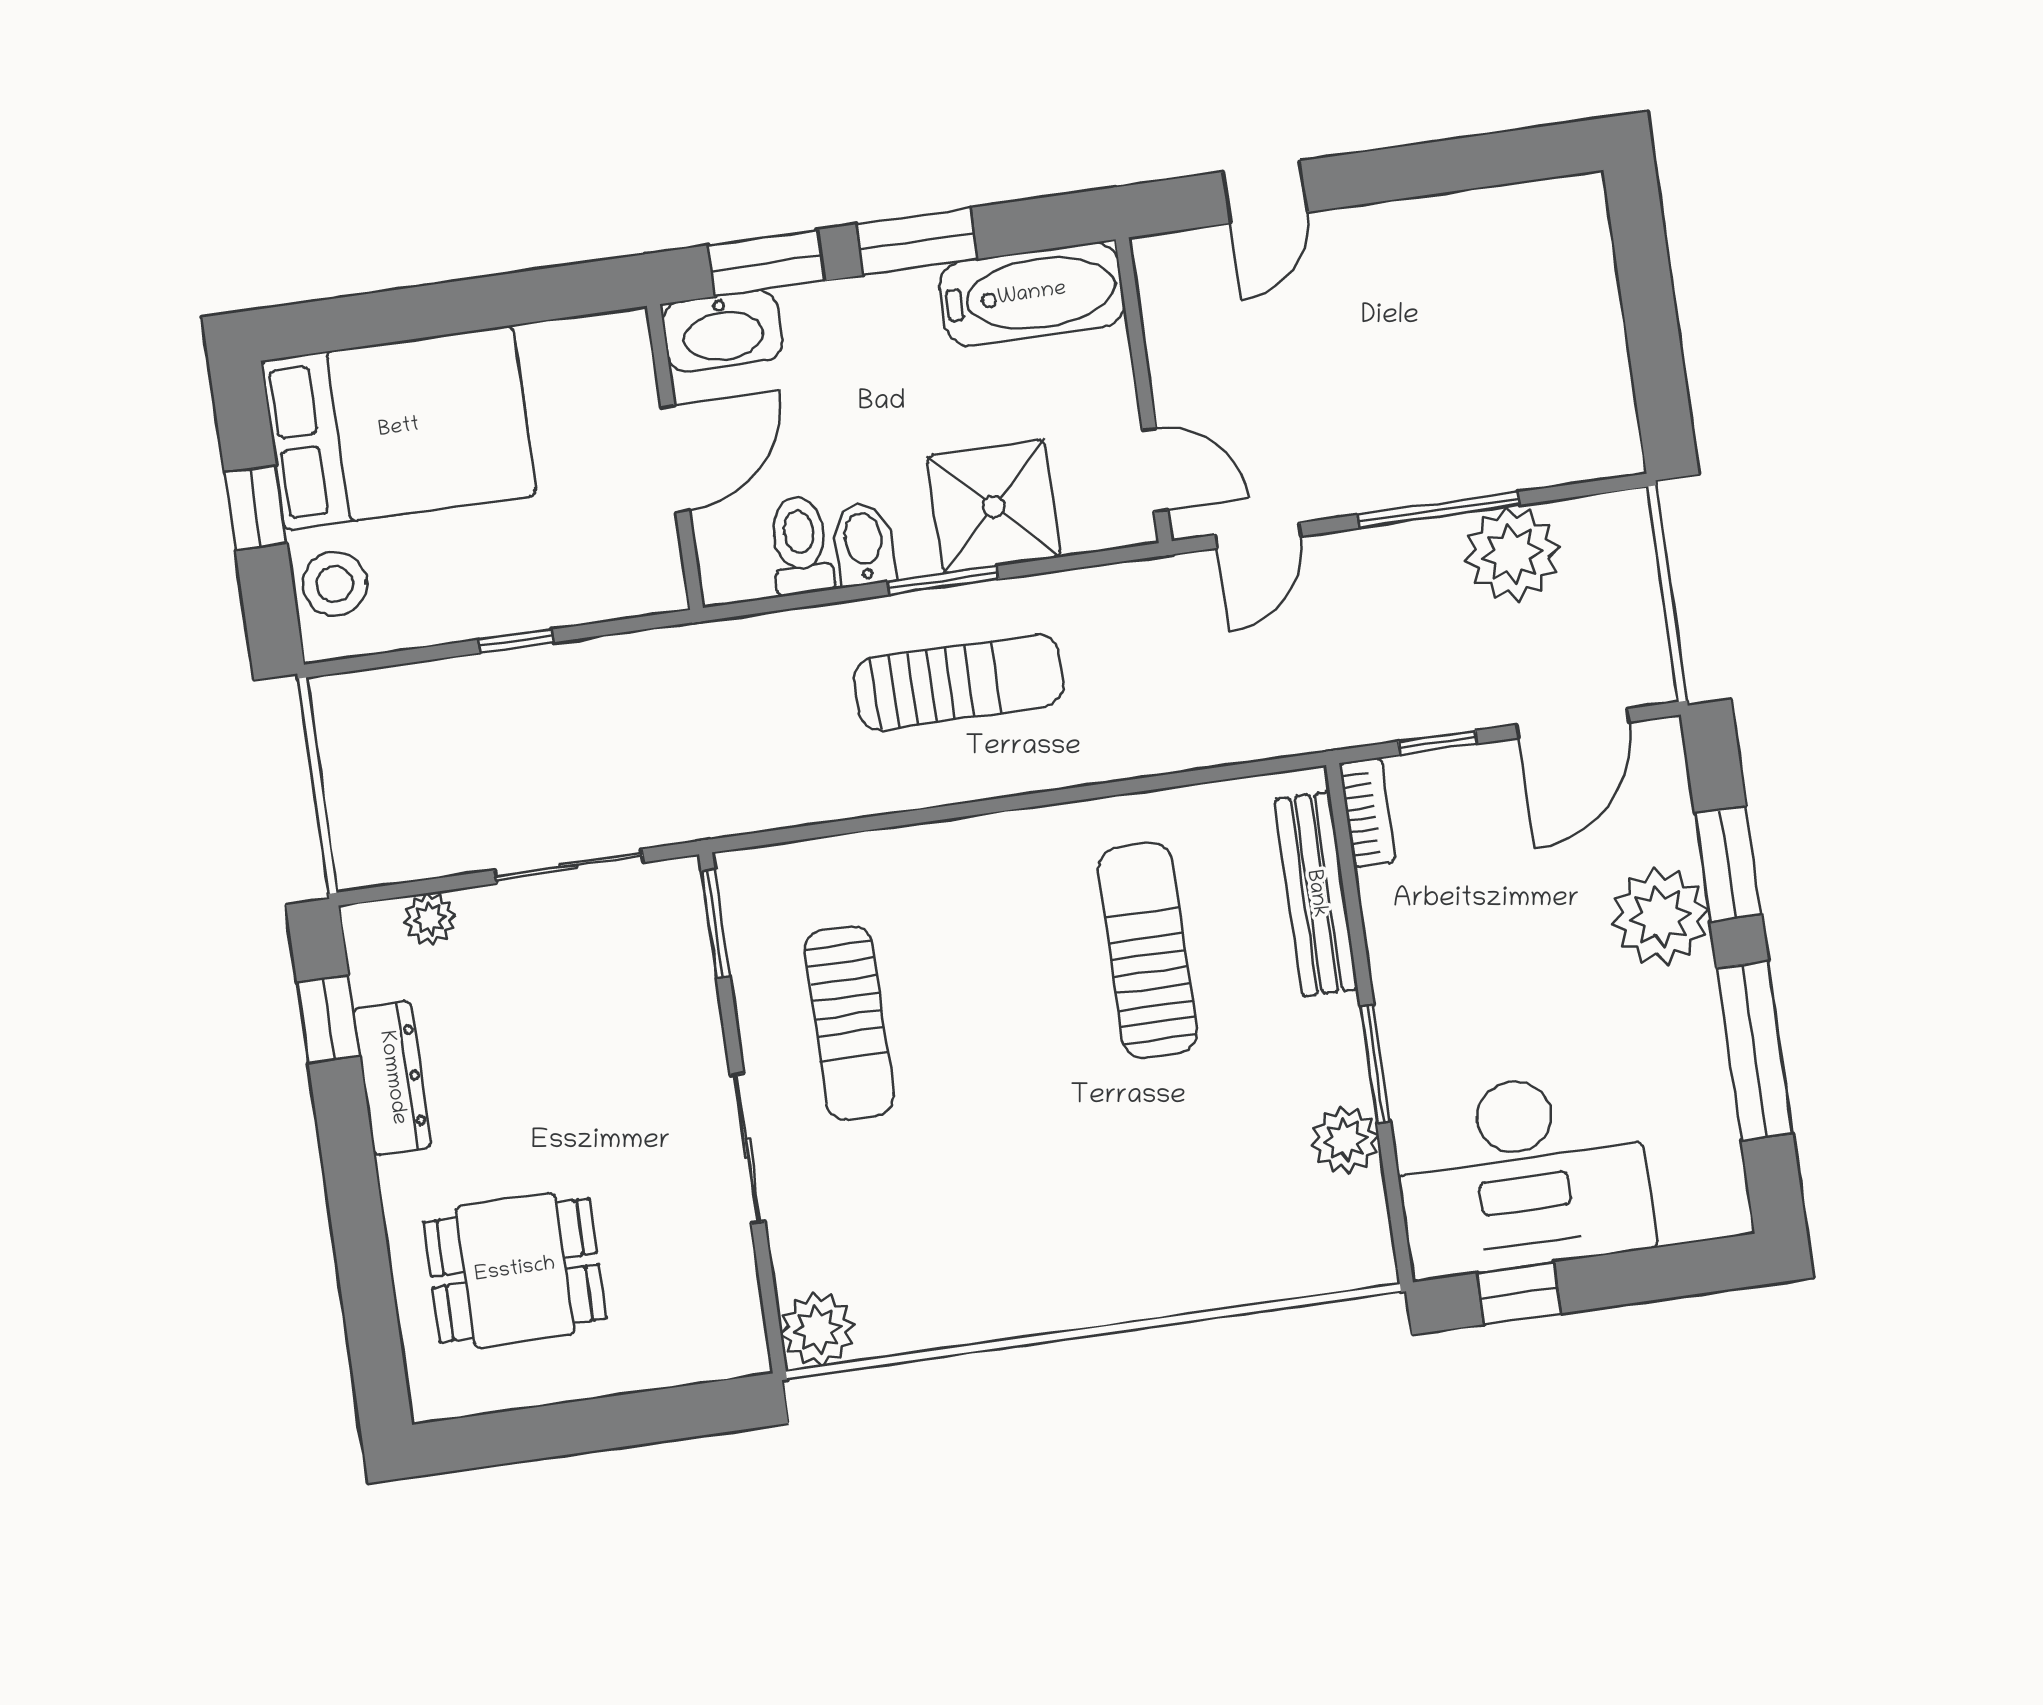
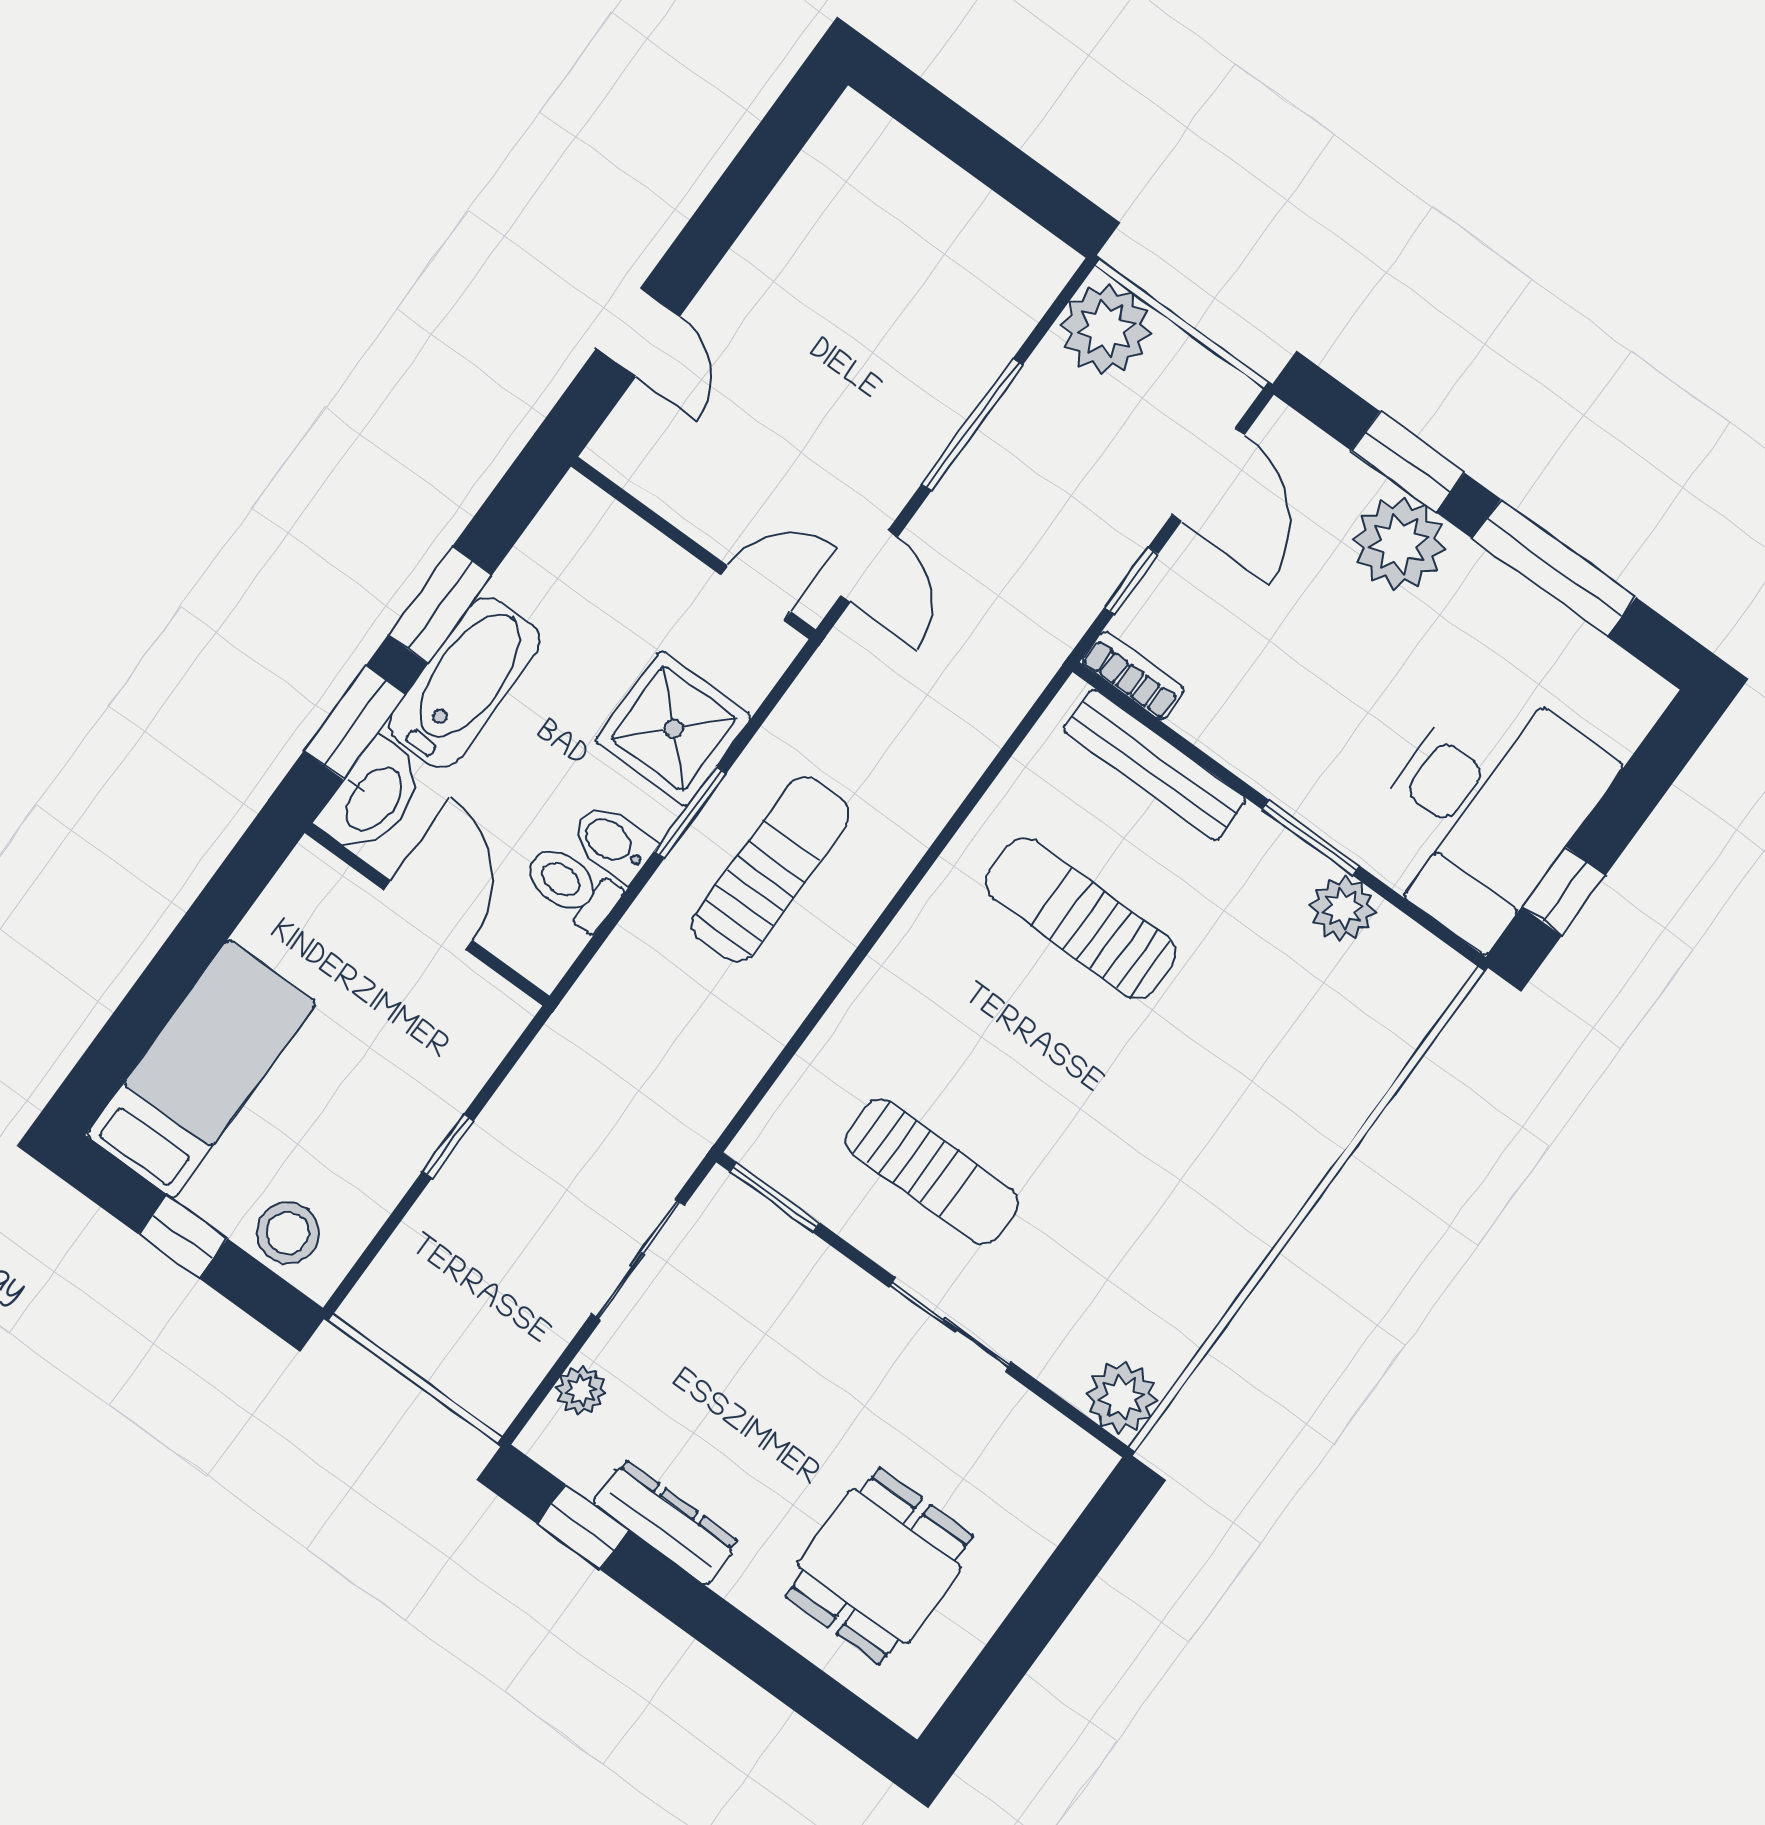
bathtub: (1032, 294) -> (464, 683), moved
bed: (399, 428) -> (201, 1069), width x0.67
plant: (1512, 554) -> (1106, 329), moved

